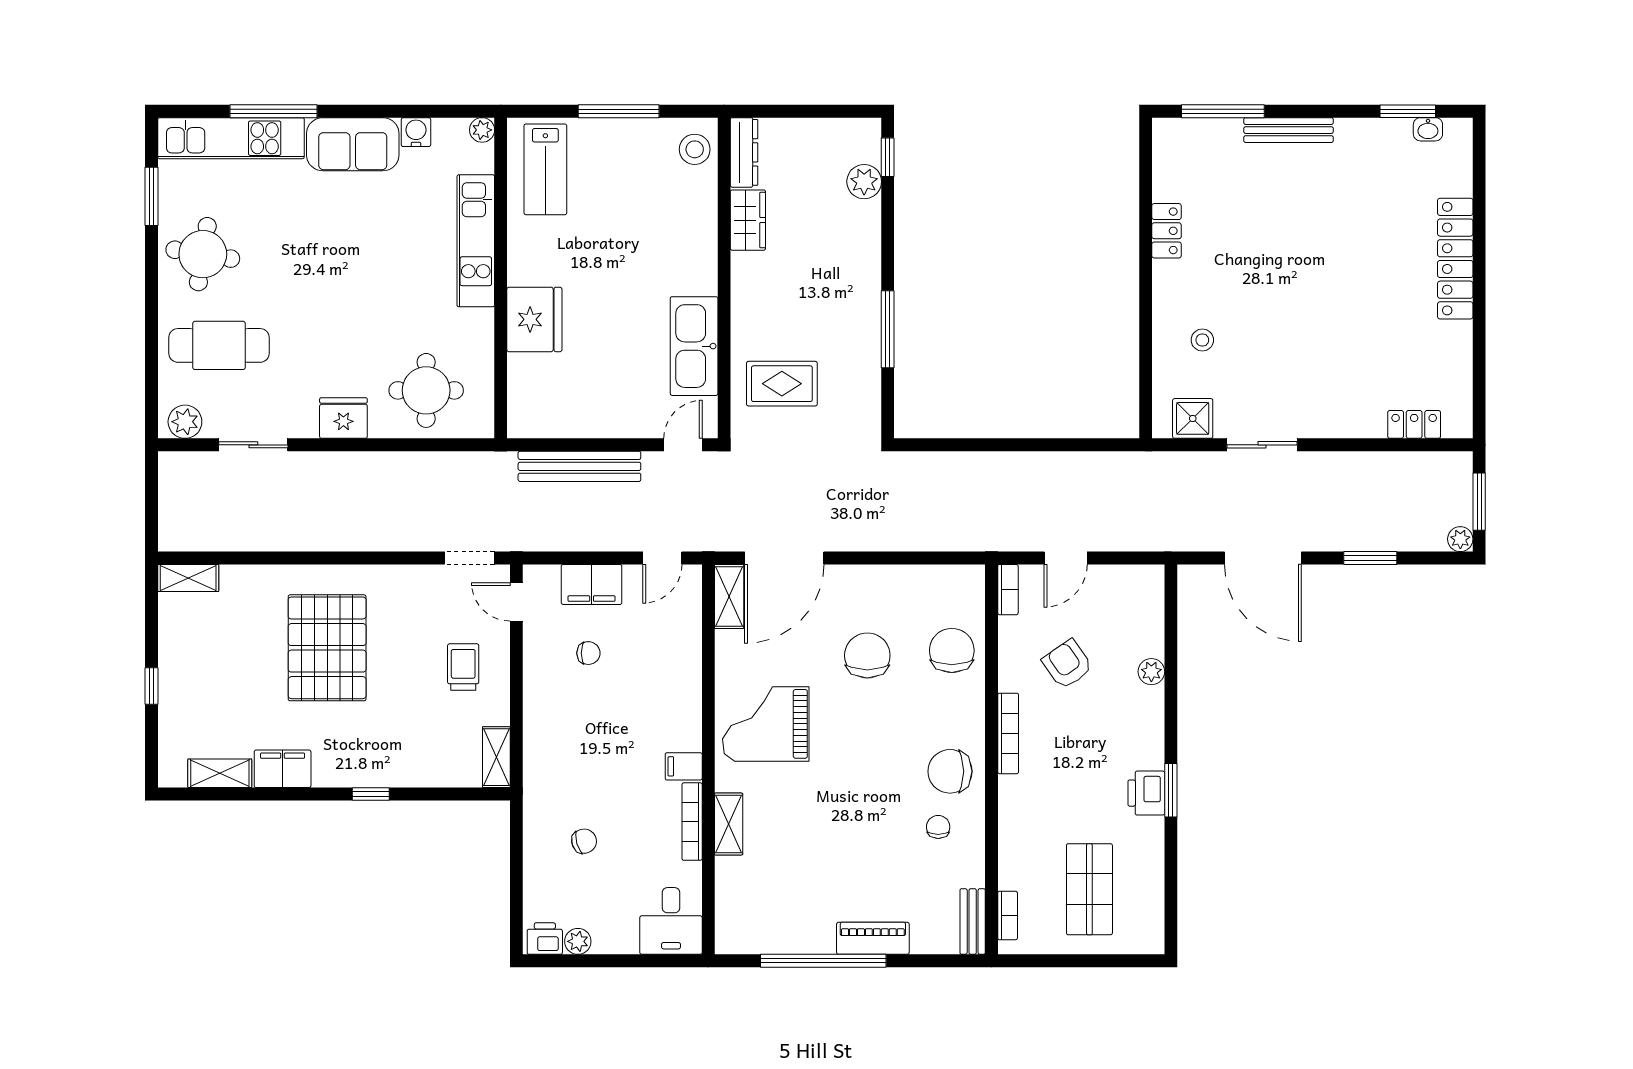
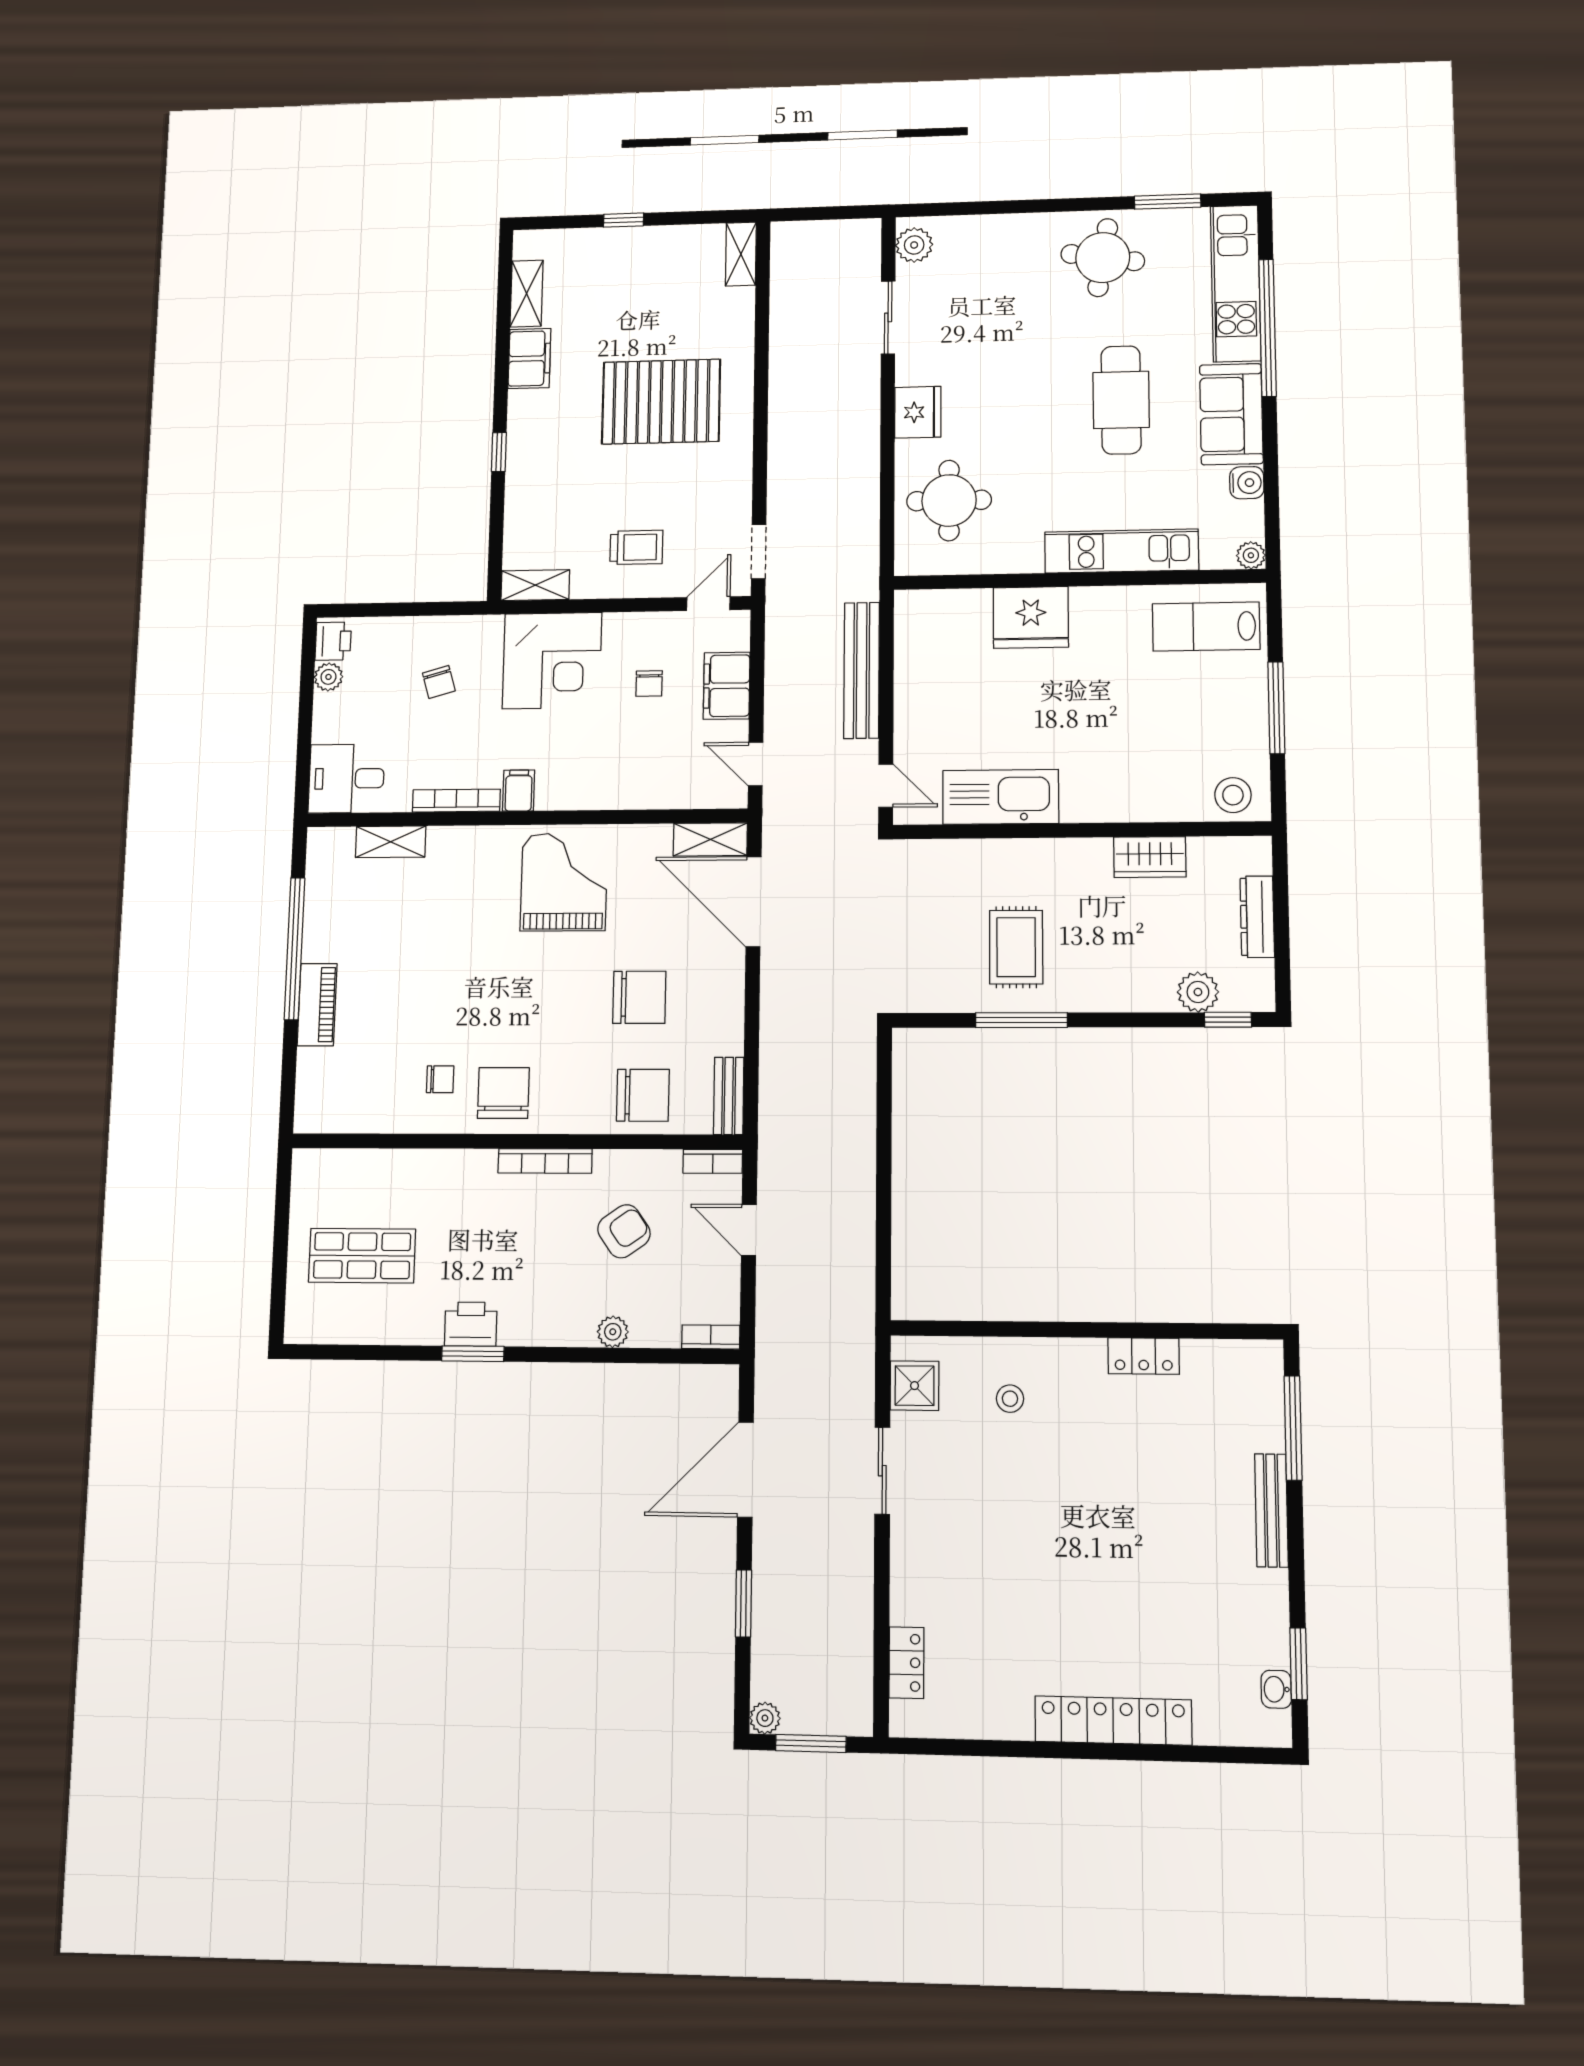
window: (274, 111) -> (1268, 328), width x1.46
dresser: (744, 152) -> (1257, 917), moved, turned 90
cafe table: (219, 345) -> (1121, 400), moved
rug: (782, 384) -> (1016, 947), moved
corner desk: (566, 740) -> (552, 661), added
shelving: (729, 824) -> (391, 842), moved
bookcase: (1008, 916) -> (711, 1337), moved, turned 180
bench: (973, 921) -> (729, 1096), moved, turned 90

